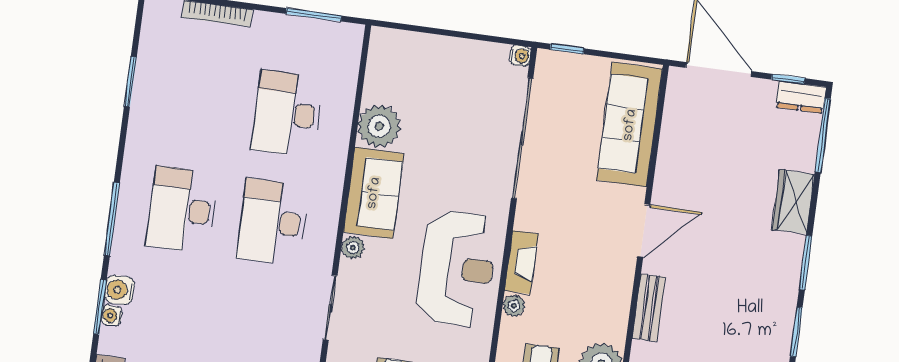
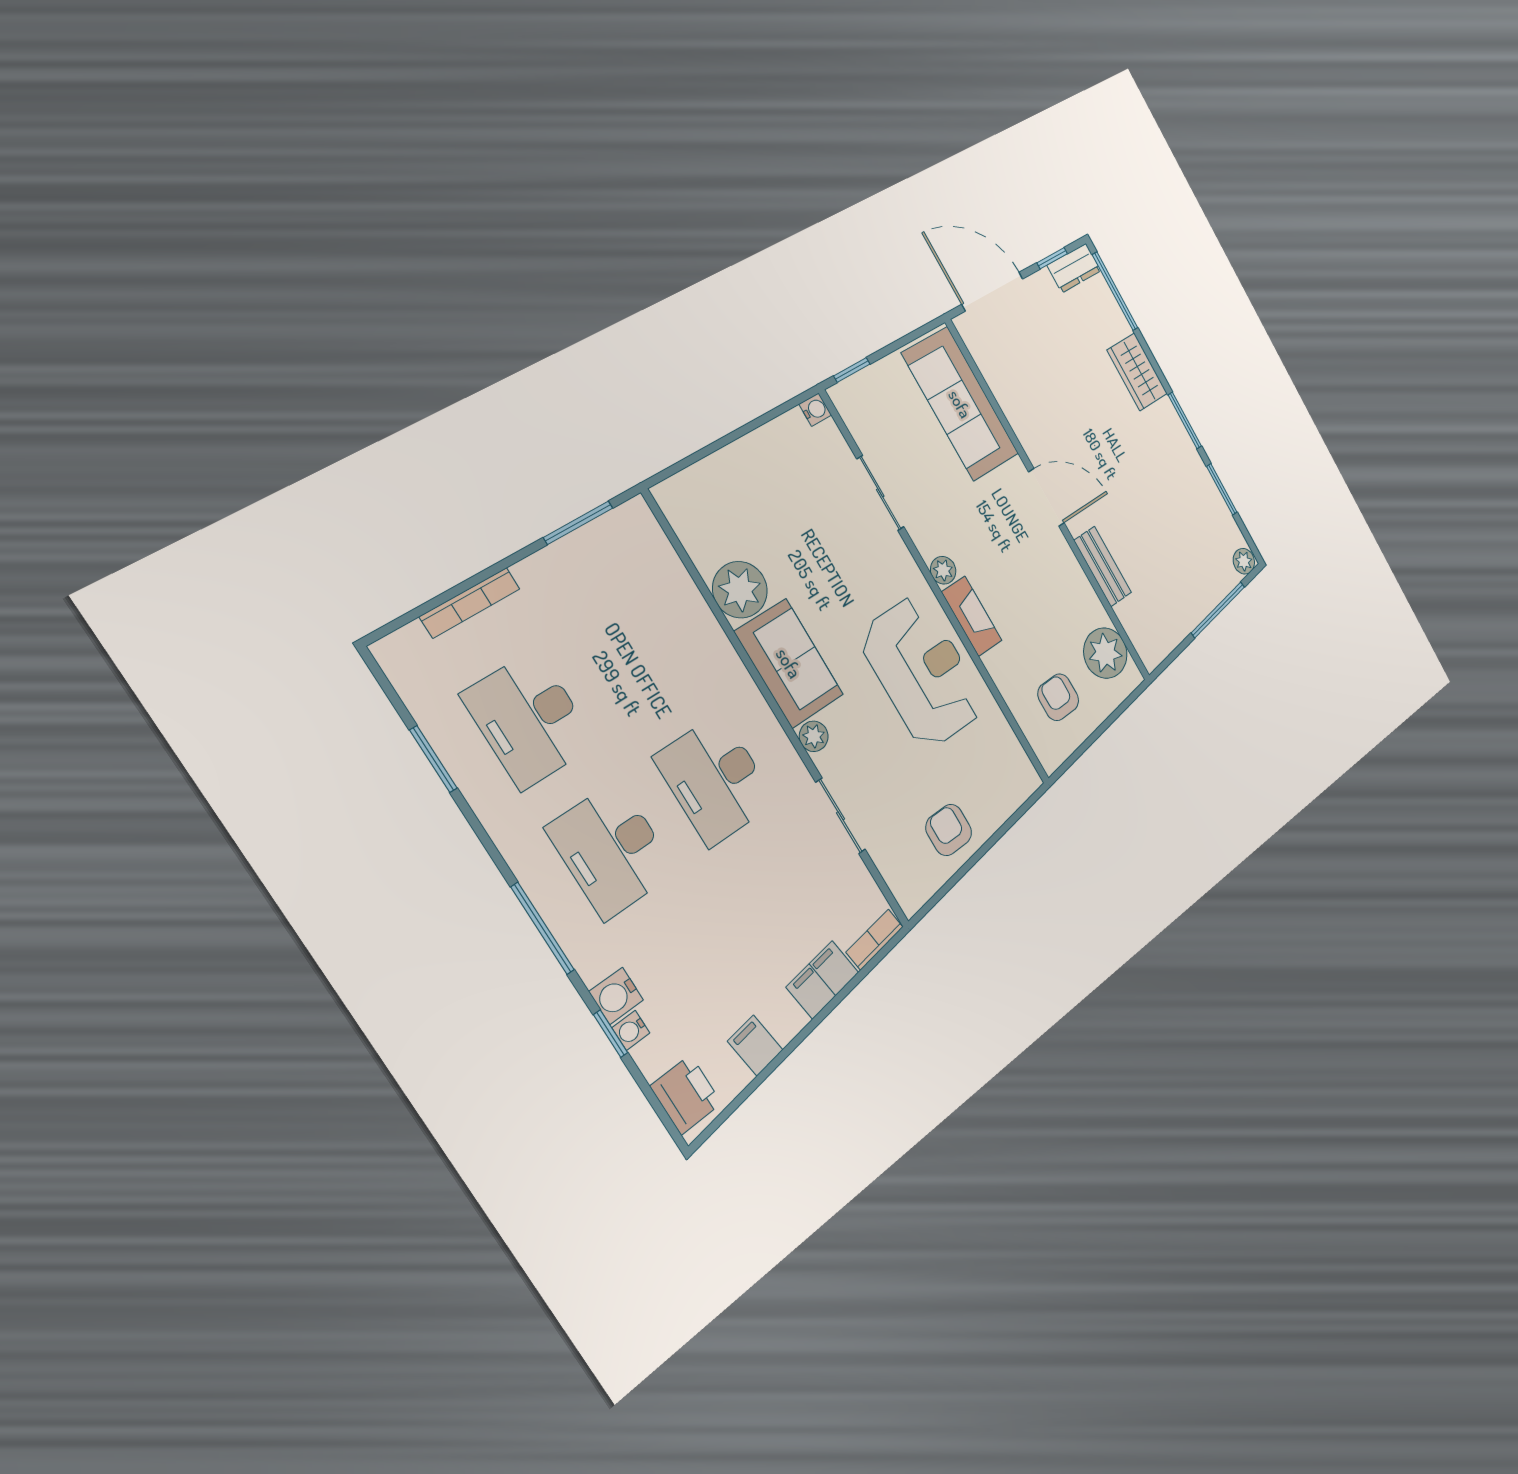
desk: (287, 114) -> (529, 719), moved
sliding door: (522, 138) -> (880, 493), width x0.54
door: (644, 231) -> (1046, 497), hinge flipped
plant: (514, 306) -> (943, 570), moved
window: (100, 307) -> (611, 1034), width x0.67

